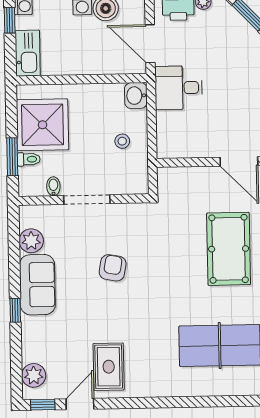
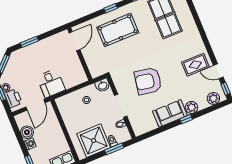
washbasin: (136, 96) -> (103, 85), moved
plant: (31, 241) -> (192, 107), moved
armchair: (113, 268) -> (148, 81), width x1.88, depth x1.88

